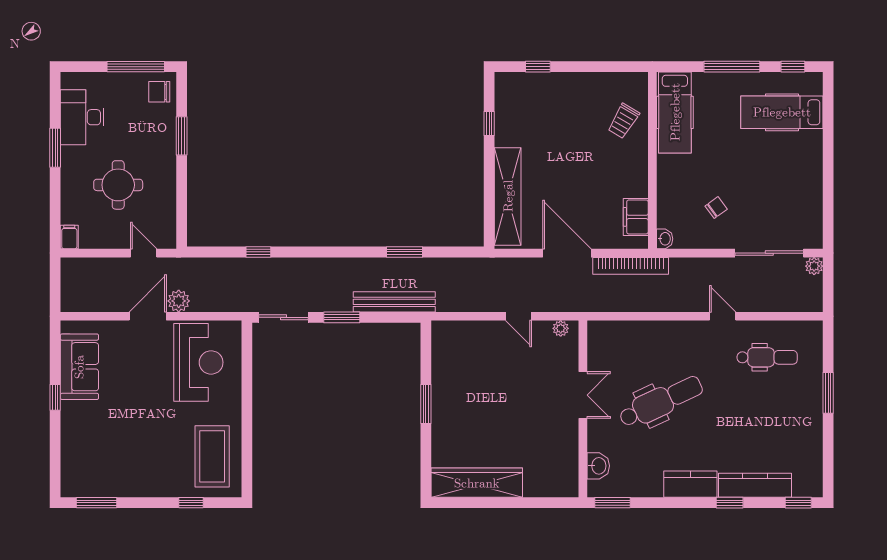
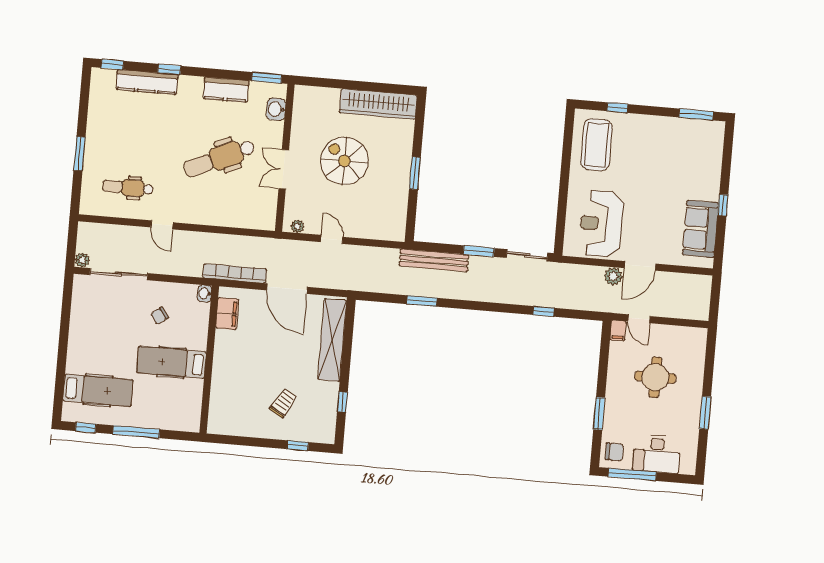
hospital bed: (675, 112) -> (171, 362), moved, turned -90
desk: (82, 117) -> (657, 454), moved, turned 90
trolley: (623, 121) -> (283, 403), moved
filing cabinet: (69, 237) -> (618, 330), moved
spiral stairs: (511, 411) -> (344, 161), added
kitchen counter: (690, 484) -> (226, 90), moved

